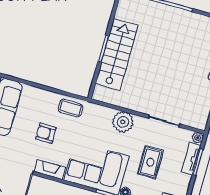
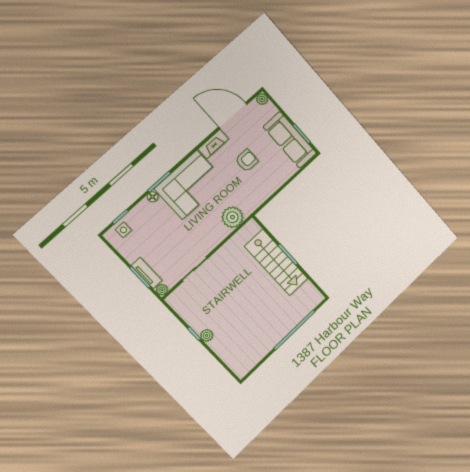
coffee table: (71, 108) -> (255, 195), removed
plant: (123, 122) -> (232, 217), moved
rug: (150, 162) -> (166, 235), removed

